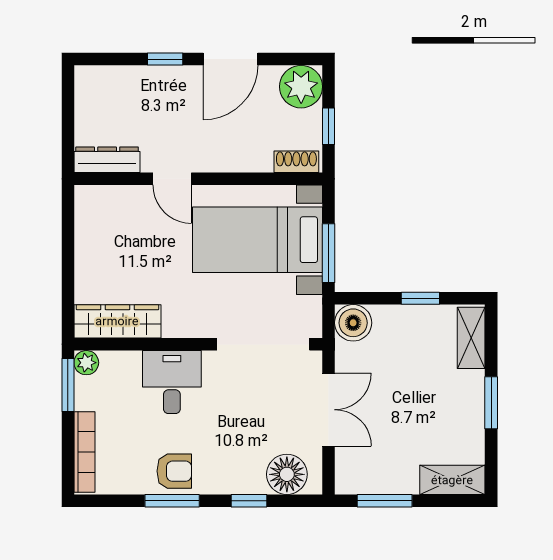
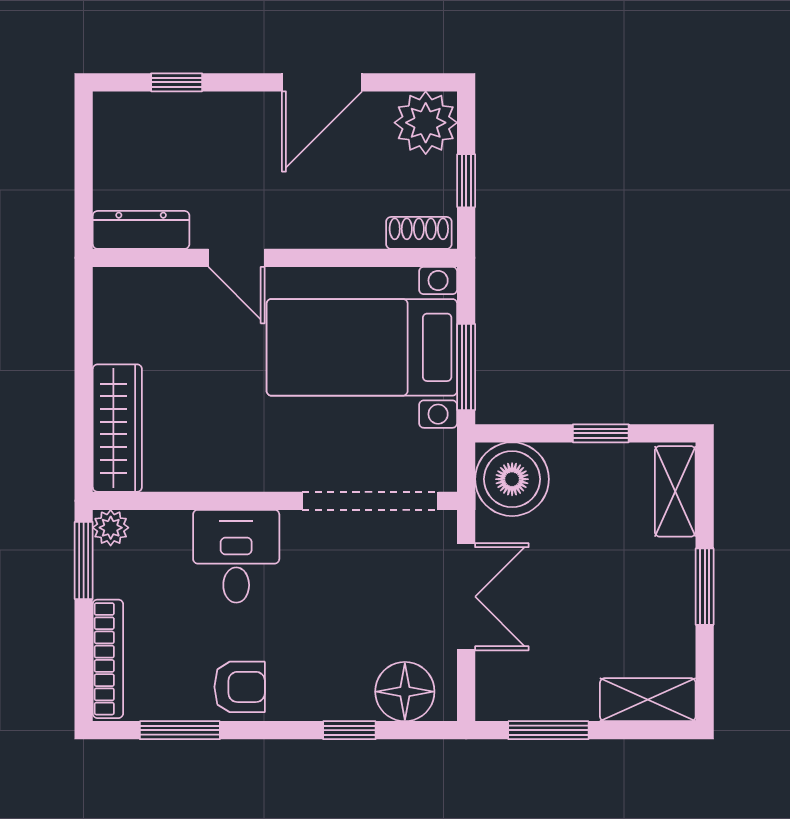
window: (165, 59) -> (177, 82), moved
wardrobe: (117, 321) -> (117, 428), moved, turned 90
boiler: (353, 323) -> (512, 479), width x1.37, depth x1.37
window: (172, 501) -> (180, 730), moved

